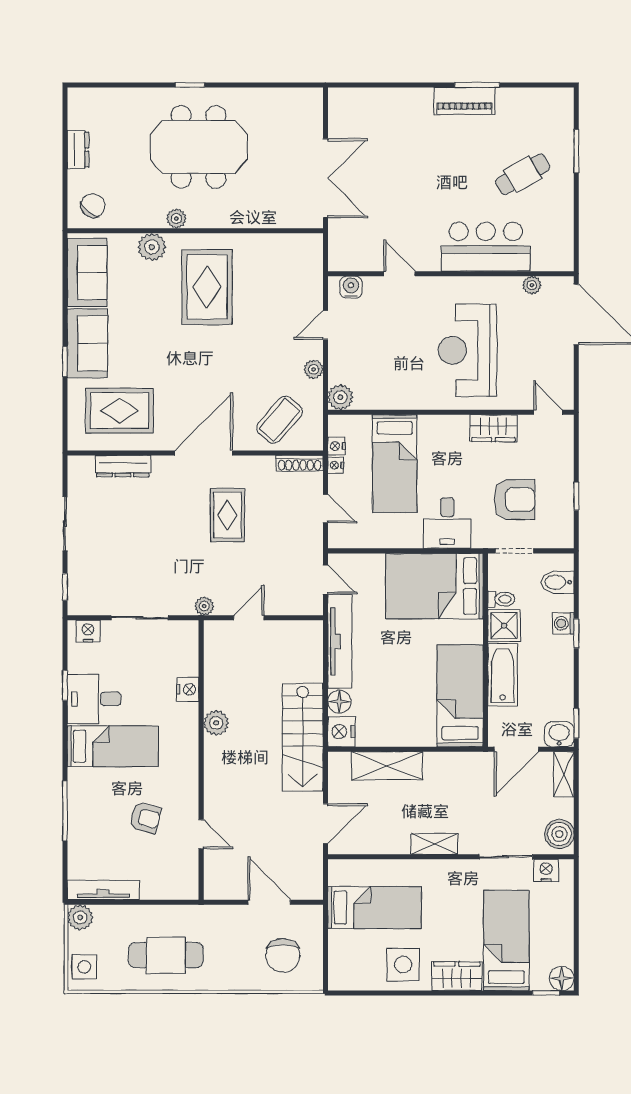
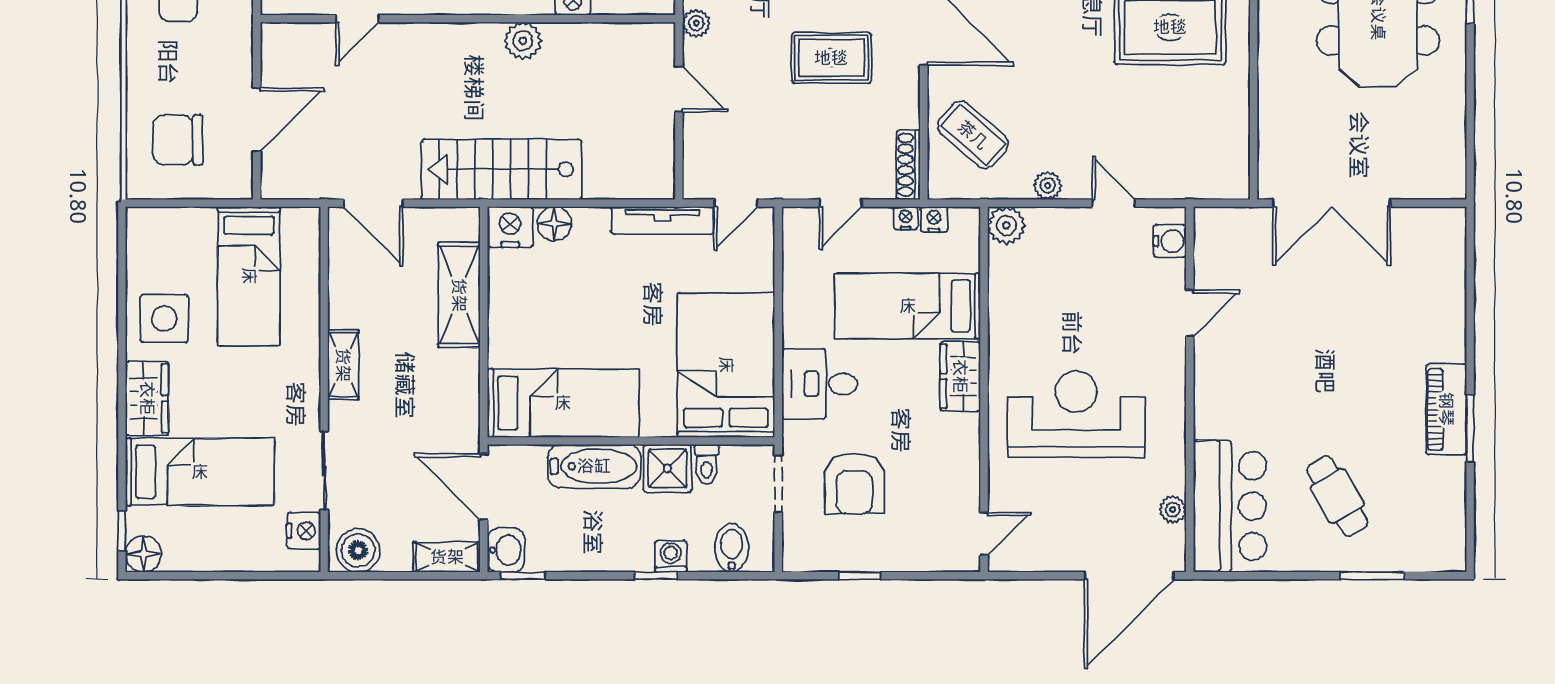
bar counter: (486, 247) -> (1230, 506), moved
wardrobe: (493, 428) -> (960, 376), moved
tv unit: (340, 641) -> (662, 221), width x0.73, depth x0.78

